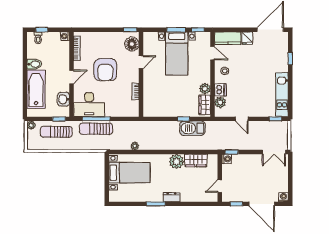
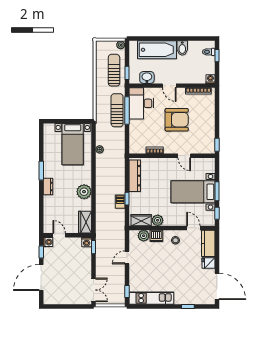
floor lamp: (132, 44) -> (203, 147), removed
door: (213, 53) -> (193, 228), swing flipped
armchair: (105, 70) -> (177, 120), turned 180
dresser: (161, 111) -> (135, 176), added
barbecue: (192, 128) -> (120, 202), width x0.53, depth x0.65
double door: (274, 152) -> (94, 290), swing flipped
wardrobe: (196, 160) -> (85, 222), moved
washing machine: (284, 197) -> (48, 242), moved

